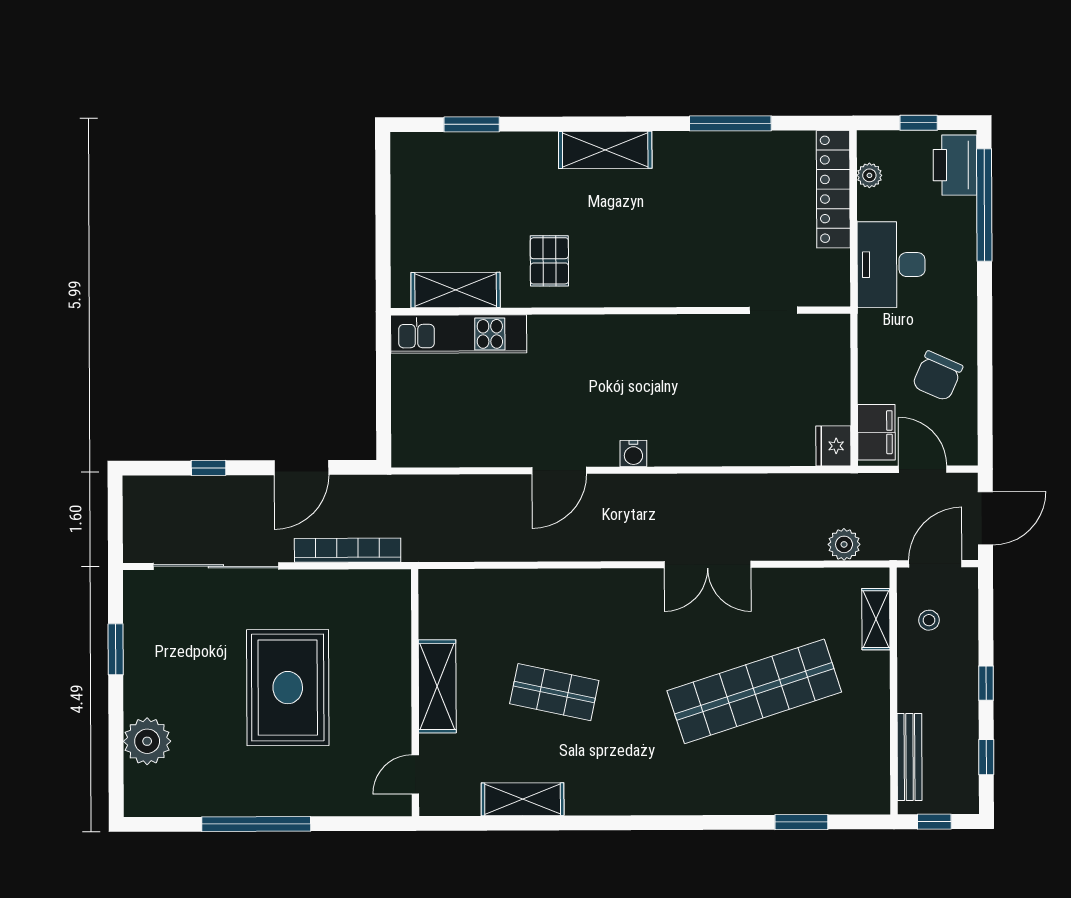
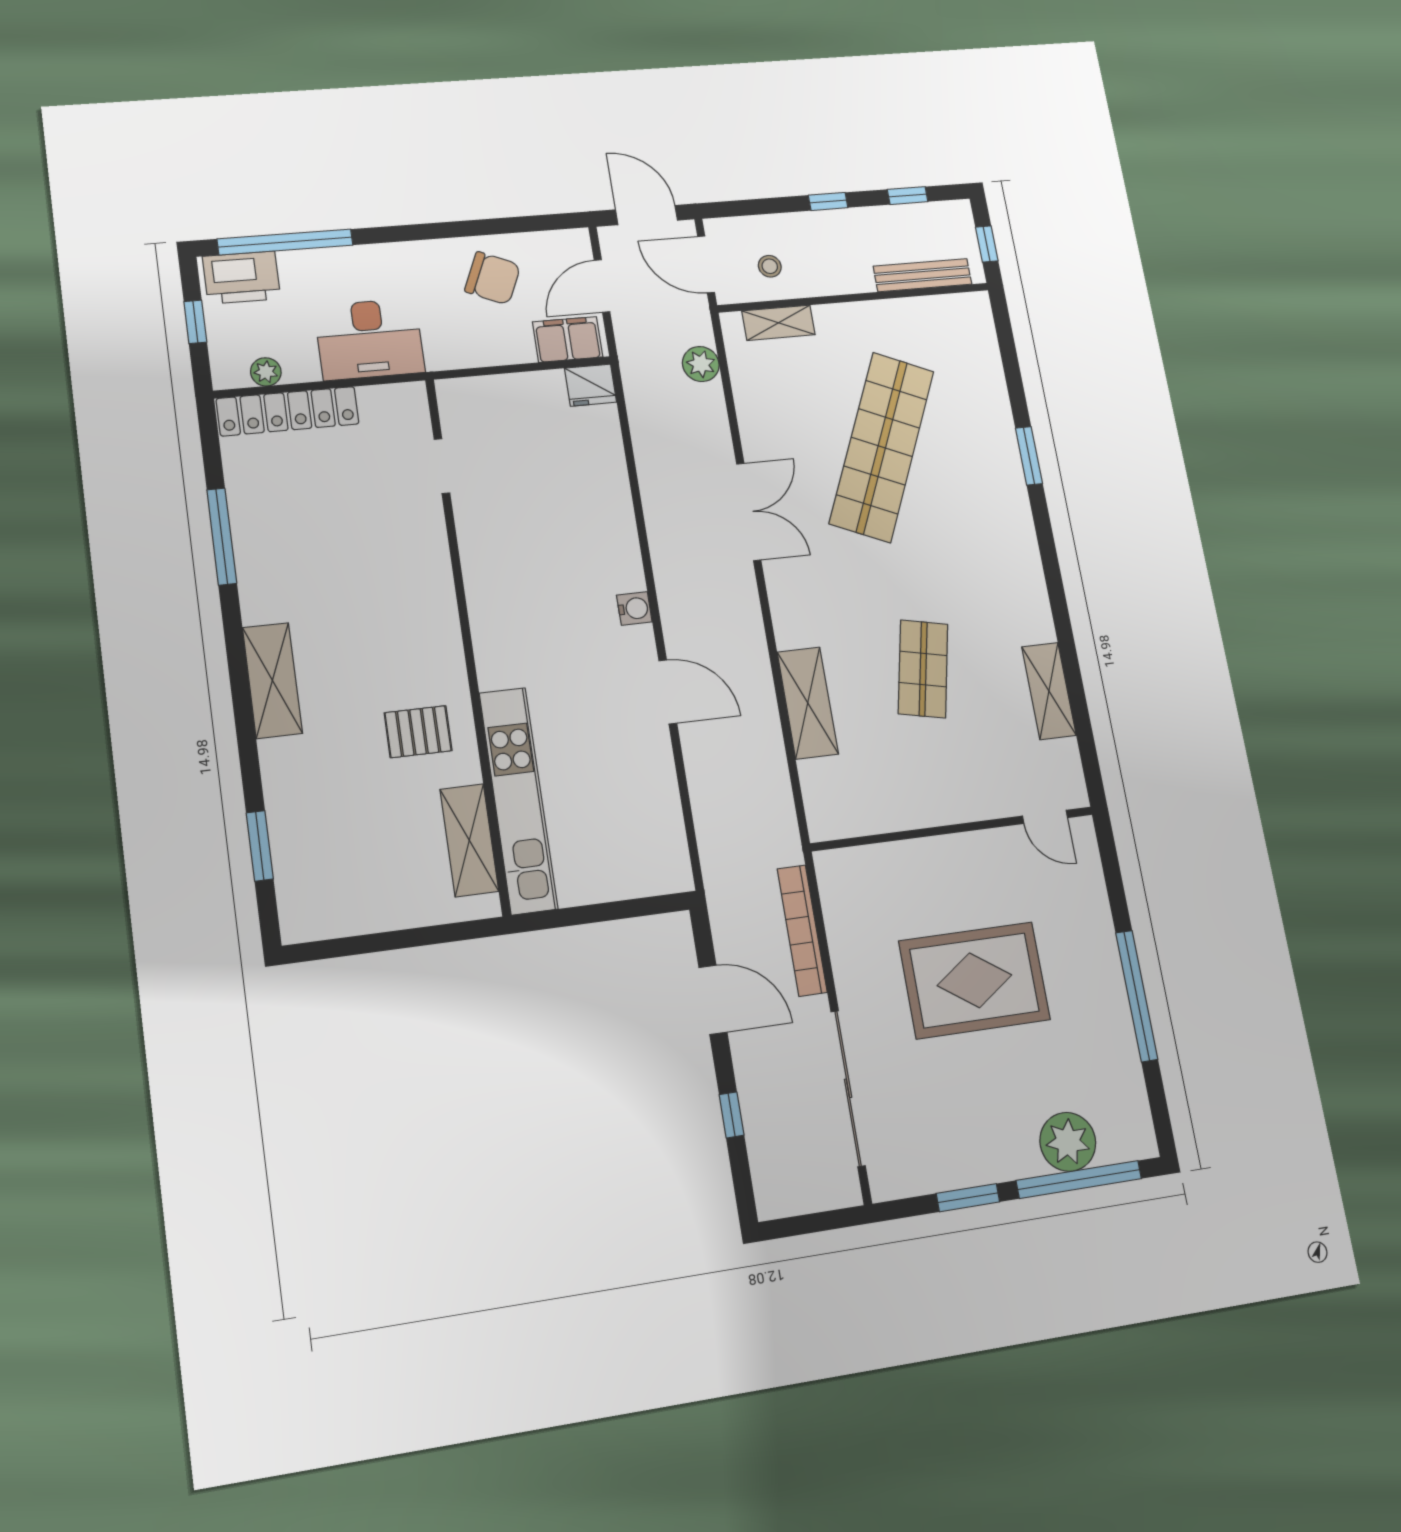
kitchen unit: (459, 334) -> (518, 800), width x1.36
shelving: (437, 686) -> (808, 703), moved, turned 90
shop shelf: (754, 691) -> (882, 447), turned 42
window: (116, 745) -> (1079, 1180), added
window: (801, 822) -> (1029, 456), moved

